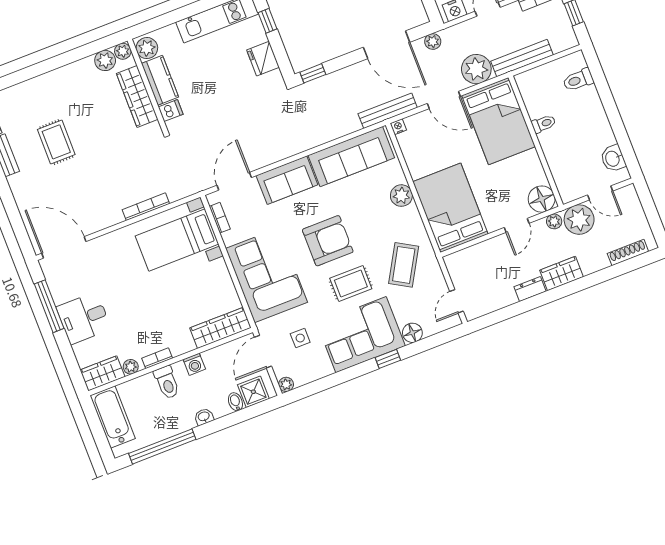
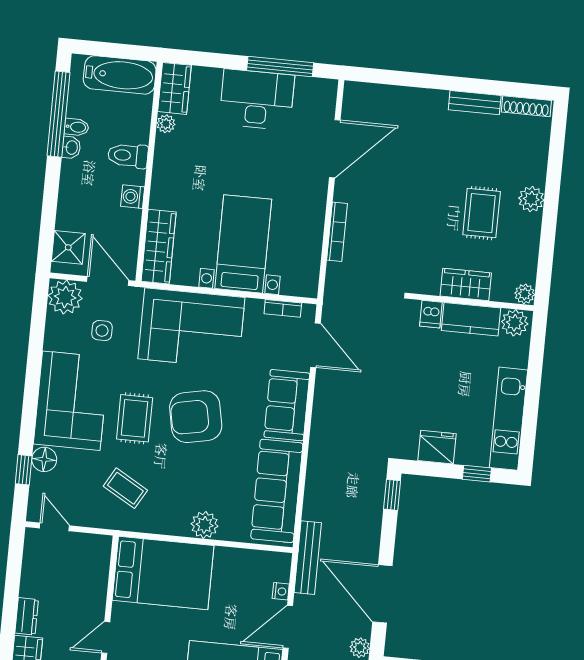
door: (387, 45) -> (382, 594), hinge flipped
plant: (105, 60) -> (531, 199), moved
wardrobe: (137, 96) -> (466, 285), width x0.67
nightstand: (398, 127) -> (281, 591), moved
rug: (56, 142) -> (482, 213), moved, turned 90
door: (517, 225) -> (106, 637), hinge flipped
bed with nightstands: (177, 240) -> (243, 244), moved
armchair: (328, 241) -> (196, 417), turned 79
door: (64, 247) -> (335, 149), moved
coffee table: (404, 265) -> (125, 488), width x0.73, depth x0.77
desk: (84, 318) -> (257, 100), width x1.37
bookcase: (157, 358) -> (160, 158), removed
window: (388, 359) -> (24, 470), moved
plant: (286, 384) -> (65, 297), width x1.88, depth x1.88
bidet: (235, 402) -> (76, 127), moved
washbasin: (204, 417) -> (71, 147), moved

